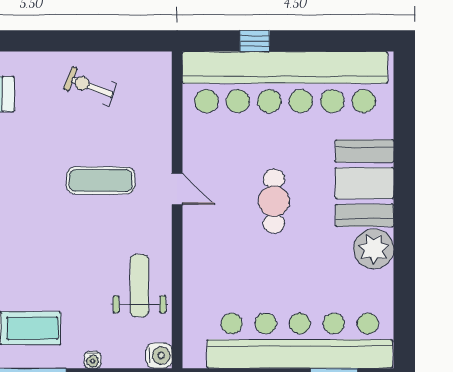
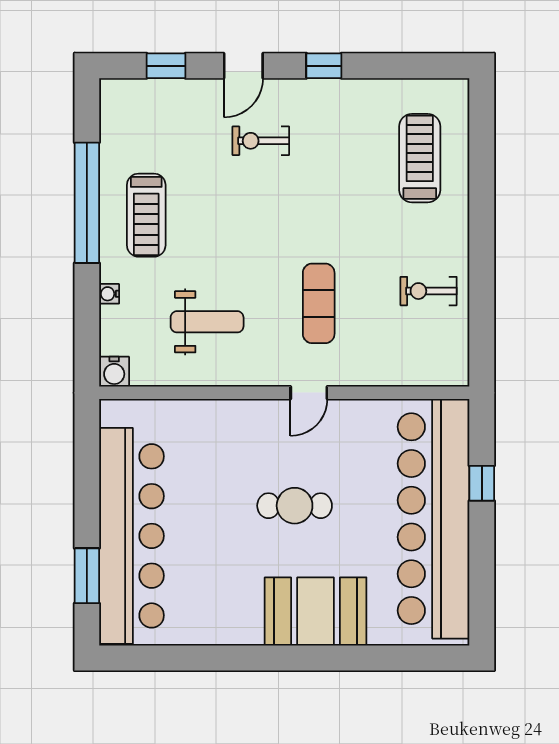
exercise bike: (90, 86) -> (429, 291), turned -111
plant: (374, 249) -> (239, 622), removed
weight bench: (139, 286) -> (207, 322), moved

